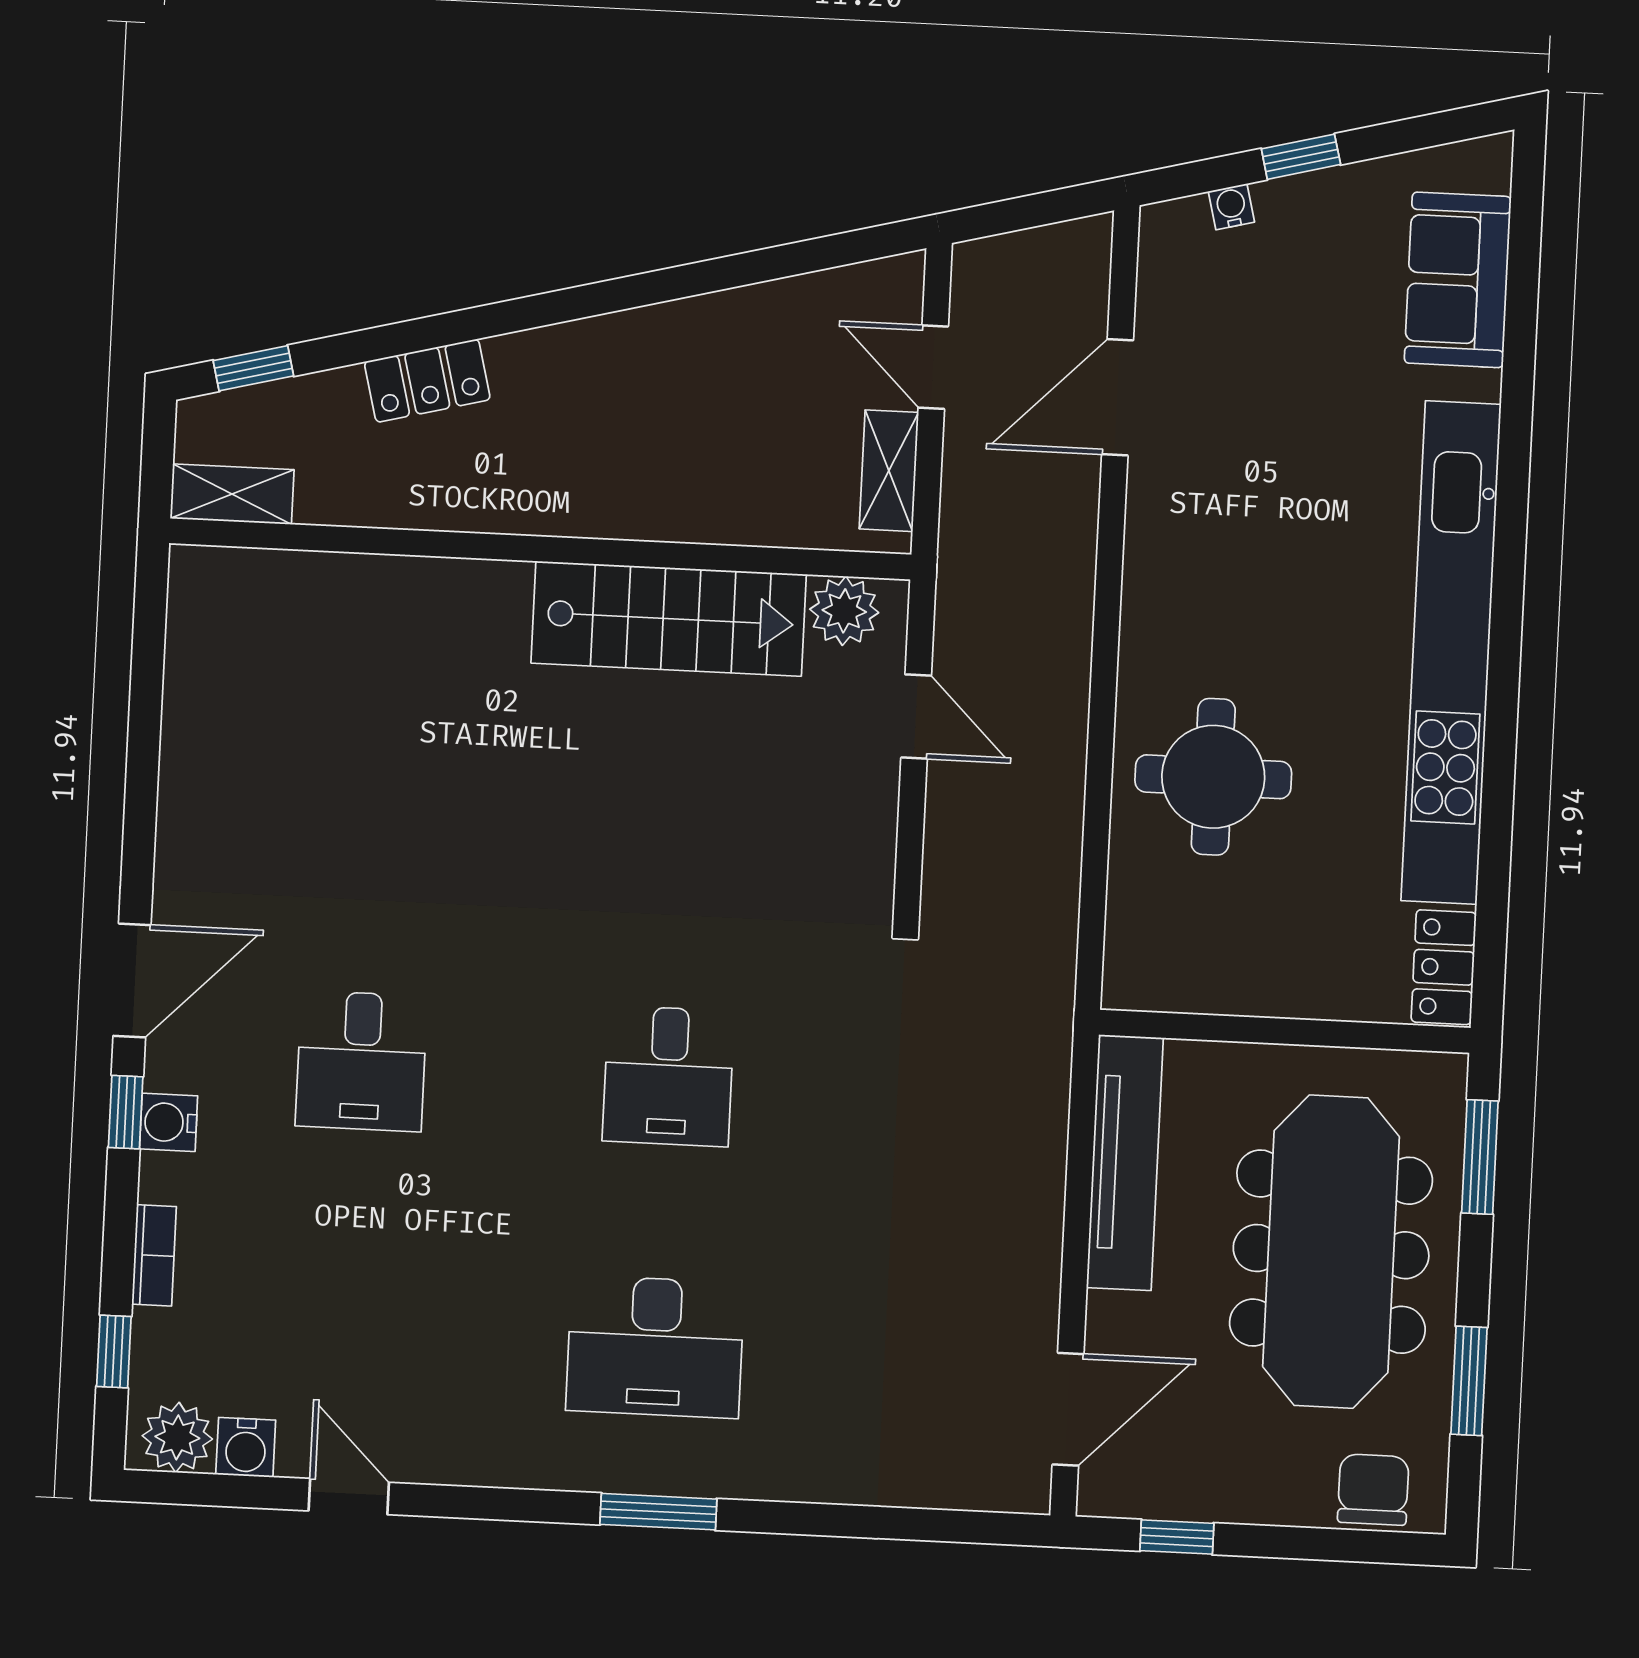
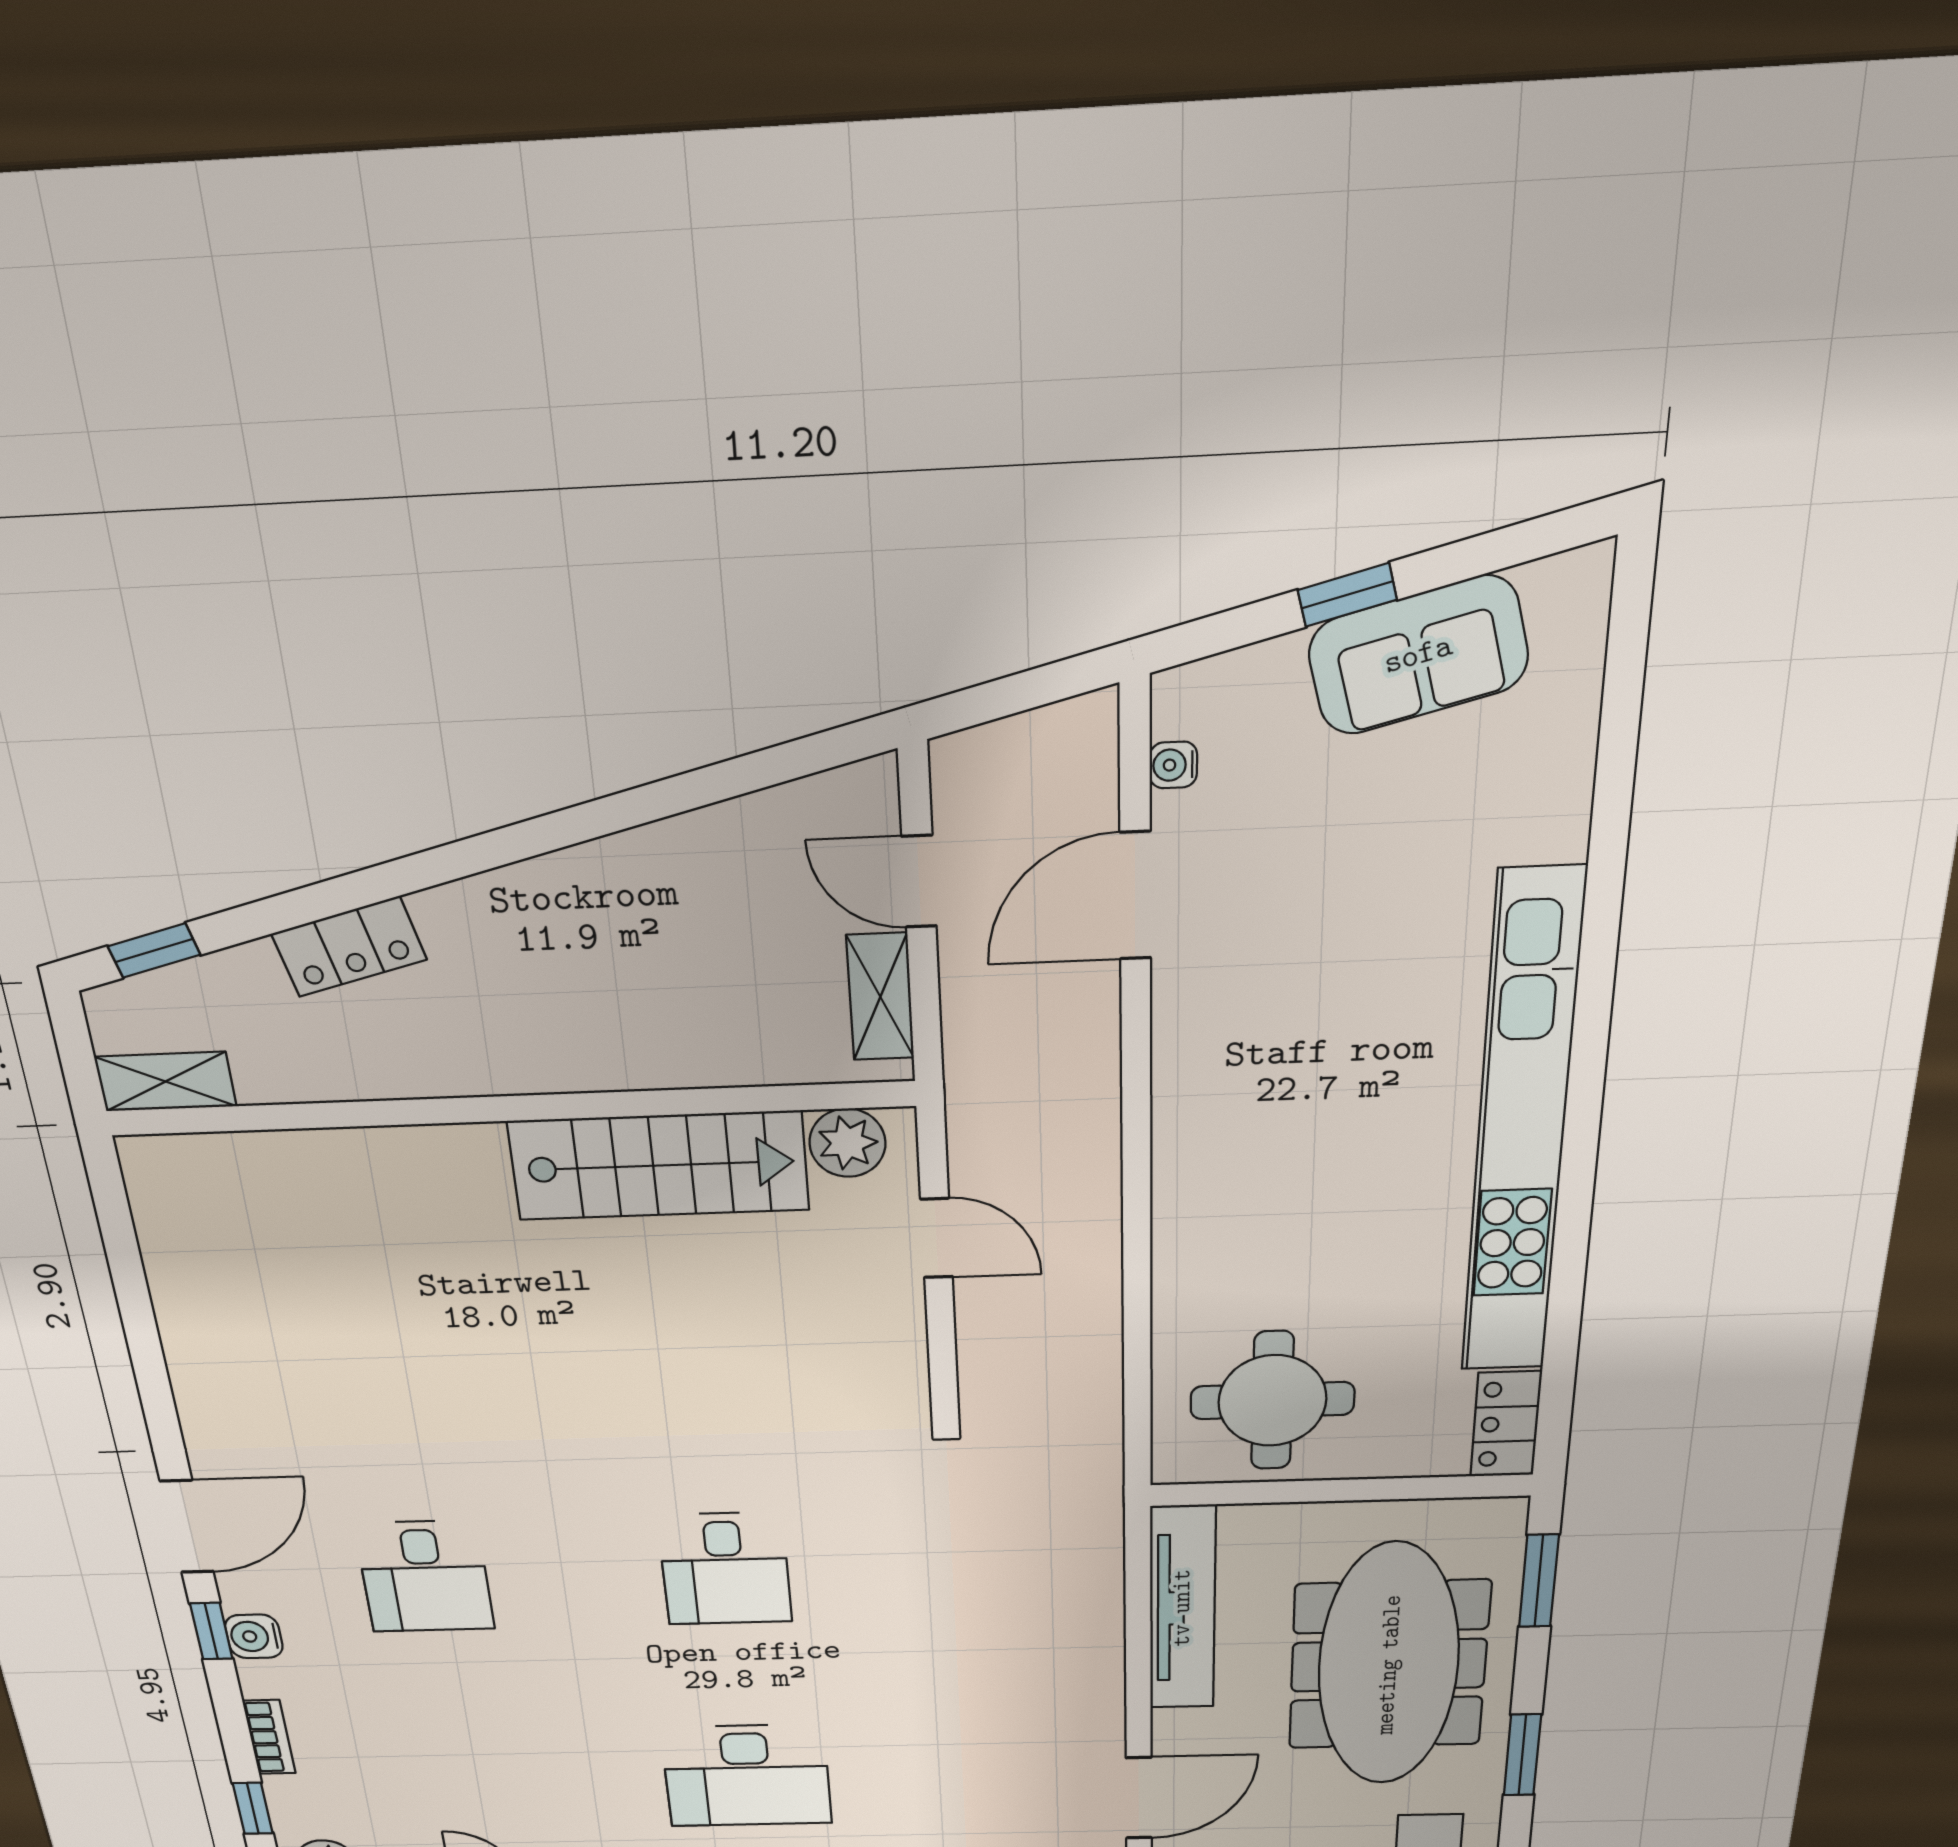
water cooler: (1231, 207) -> (1173, 765), moved, turned -76
sofa: (1458, 280) -> (1418, 655), moved, turned -104
round table: (1213, 777) -> (1272, 1401), moved

